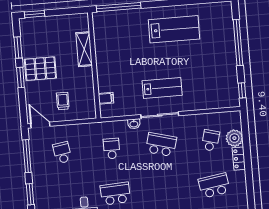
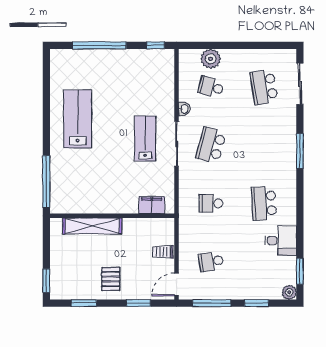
shelving: (84, 49) -> (92, 226), width x1.47
pallet: (40, 69) -> (111, 279), width x0.67, depth x0.71
window: (20, 77) -> (138, 303), moved
filing cabinet: (106, 98) -> (152, 205), width x2.00
trolley: (63, 101) -> (163, 252), moved
washbasin: (134, 124) -> (184, 109), moved
locker: (239, 159) -> (235, 56), removed

